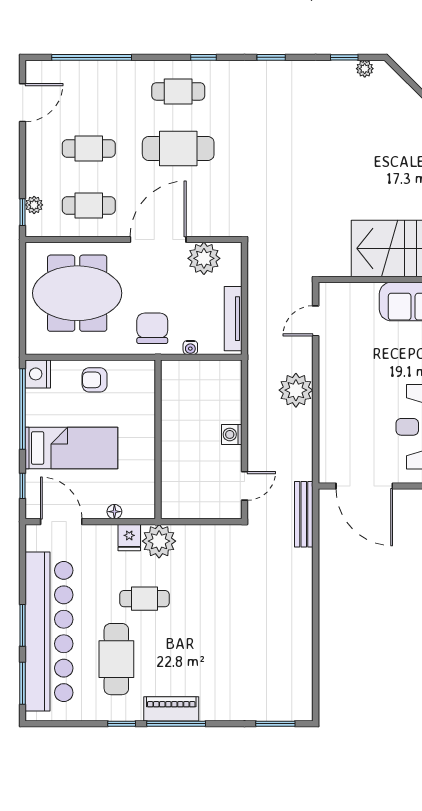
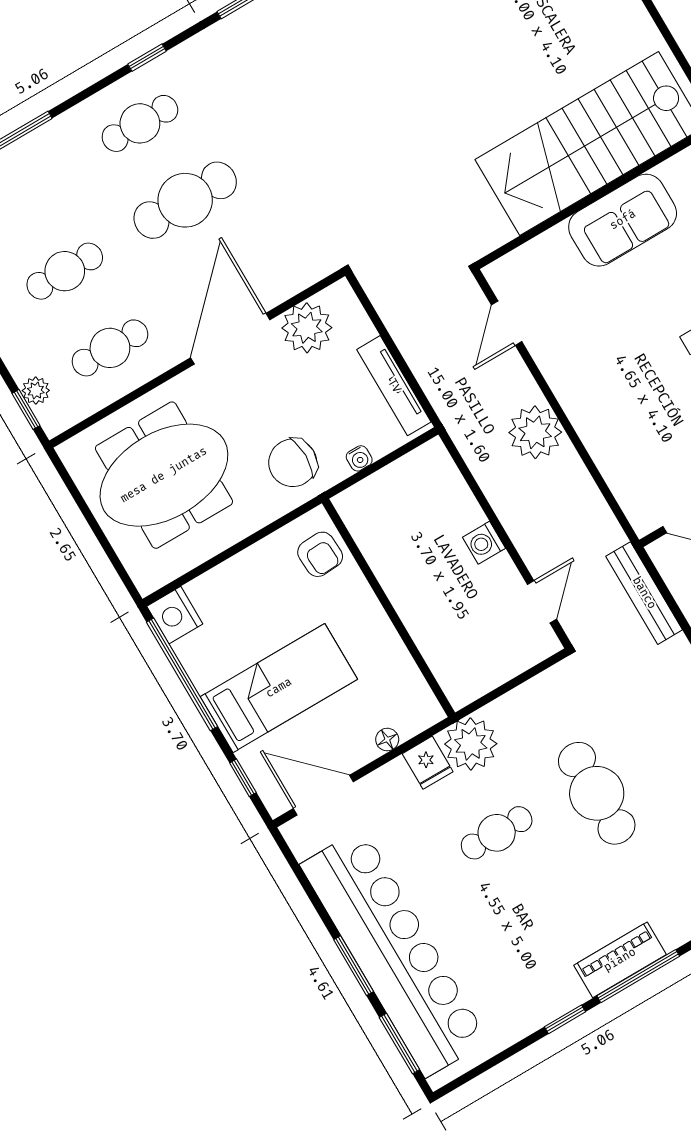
chair: (152, 328) -> (293, 463), turned -90
armchair: (95, 380) -> (320, 554), moved, turned -93
cafe table: (116, 659) -> (597, 793), moved

